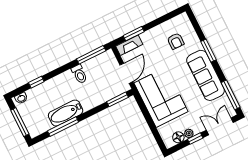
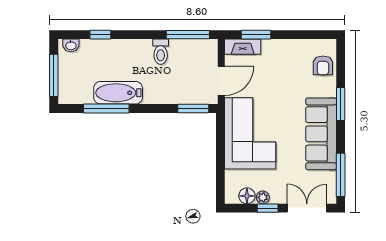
armchair: (176, 41) -> (323, 65), moved

